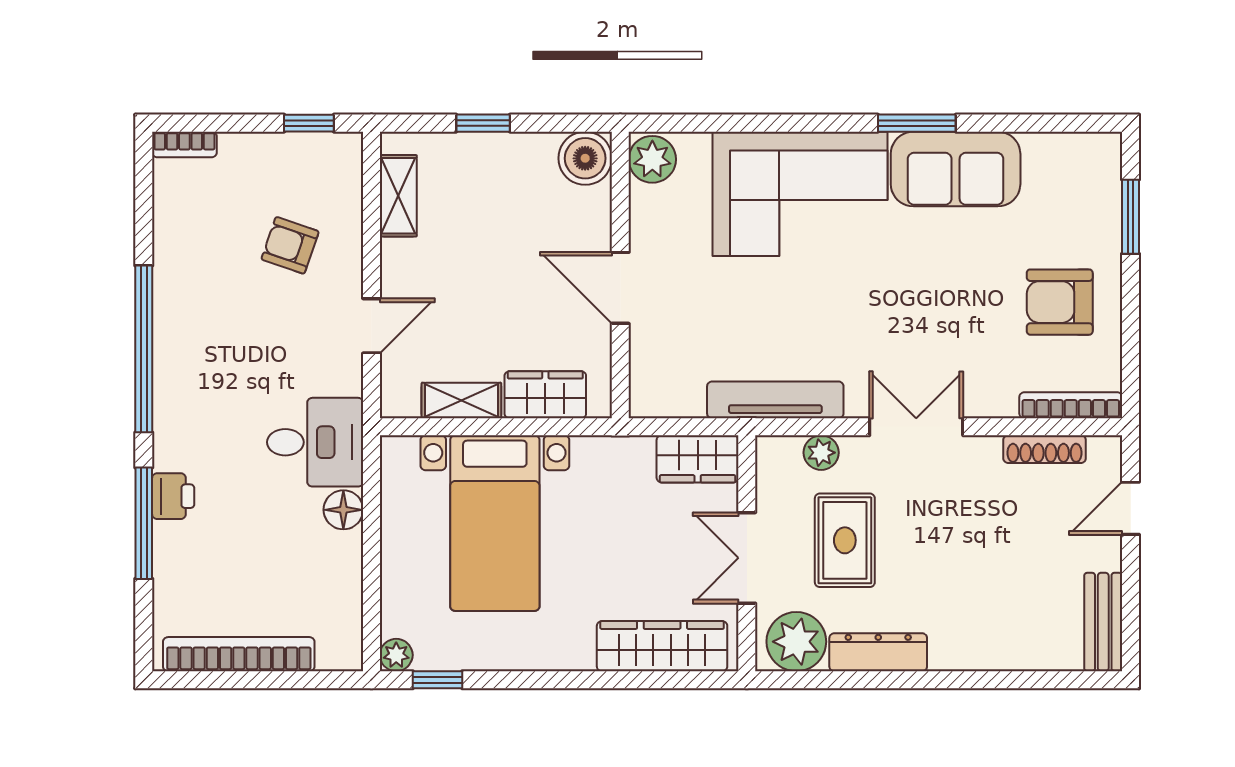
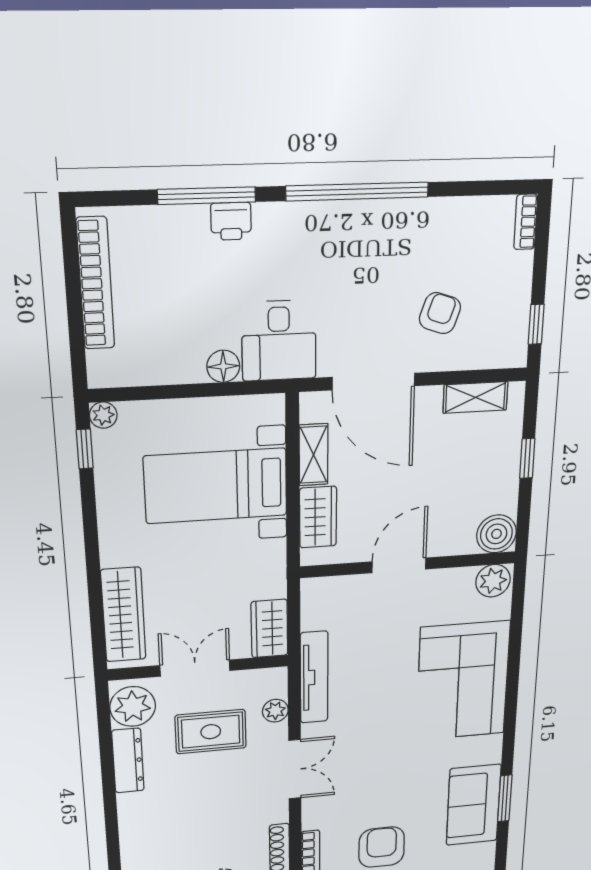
window: (917, 123) -> (505, 798), moved
sofa: (956, 169) -> (474, 805), moved
door: (371, 326) -> (374, 382), width x1.87

